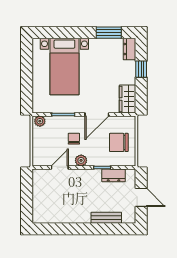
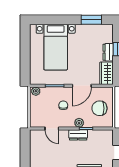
dresser: (130, 49) -> (108, 52), moved
plant: (81, 160) -> (79, 123), moved
door: (60, 168) -> (52, 129), swing flipped
dresser: (114, 175) -> (78, 135), moved

